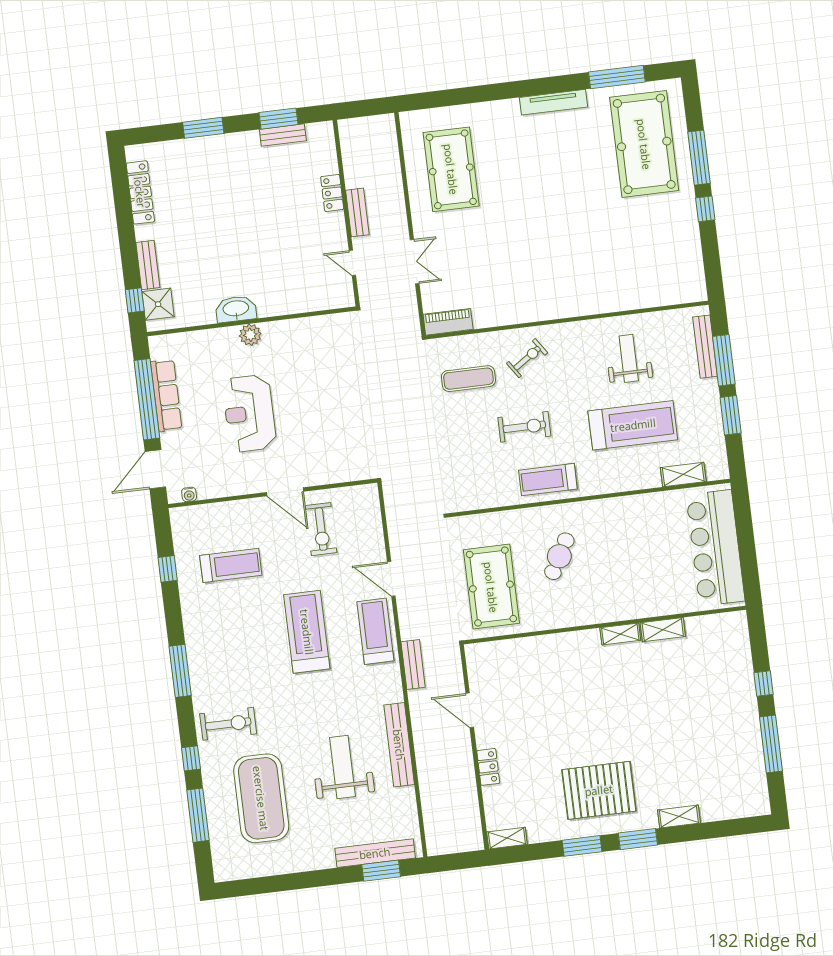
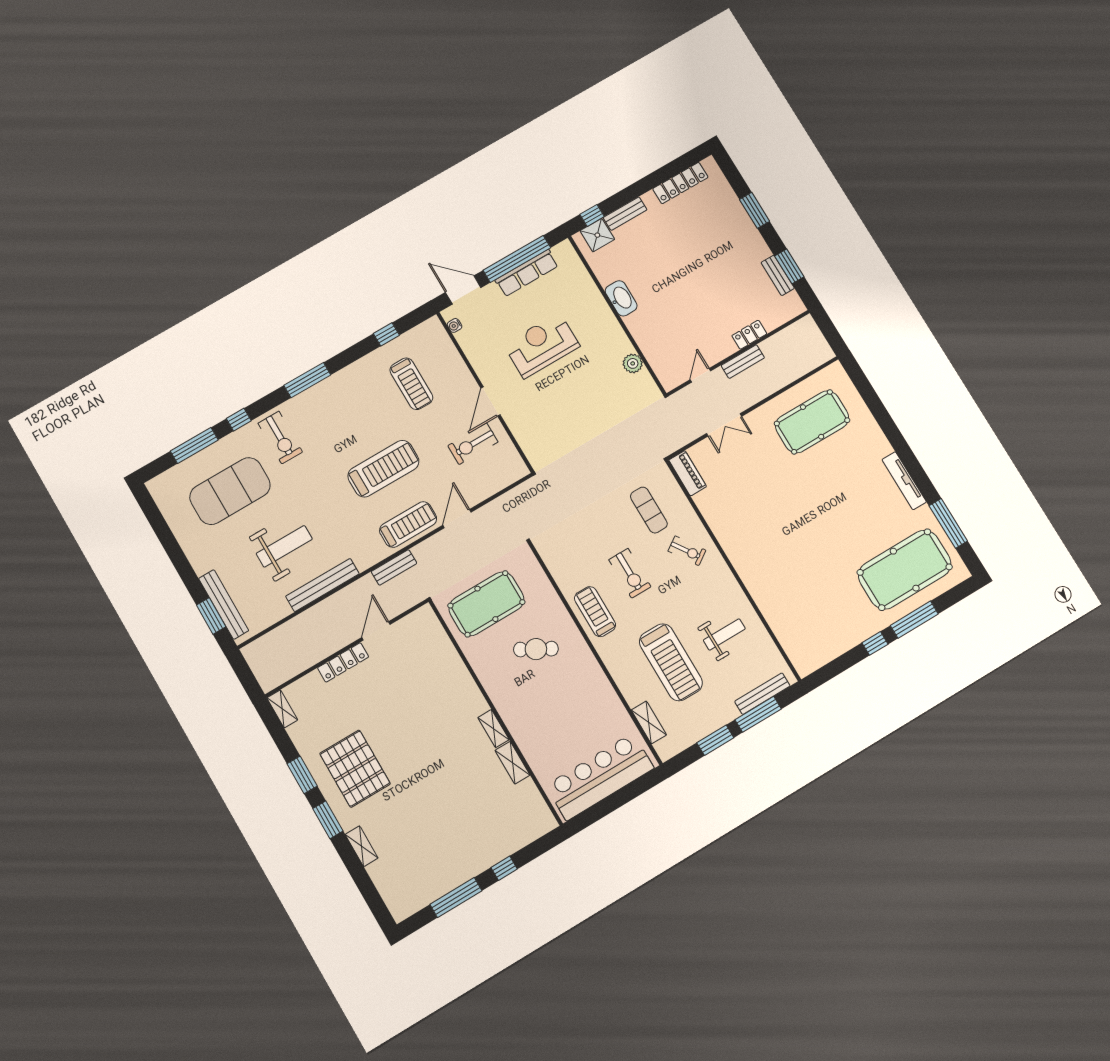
plant: (250, 335) -> (633, 363), moved
locker: (488, 767) -> (343, 662), width x1.53

